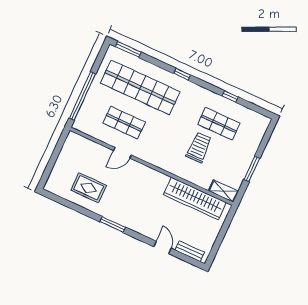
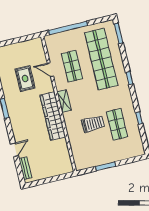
door: (122, 153) -> (50, 70), moved
rug: (89, 188) -> (25, 79), moved
shelving: (223, 191) -> (64, 101), moved
wardrobe: (195, 199) -> (53, 116), moved

